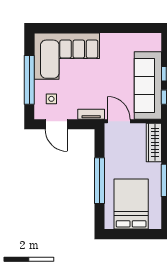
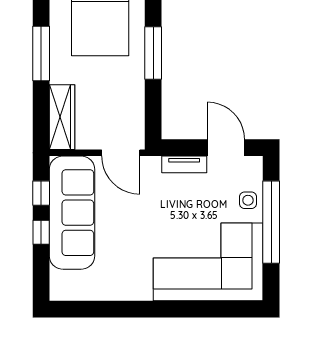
side table: (51, 99) -> (248, 200), moved
tv unit: (91, 114) -> (184, 164), moved
window: (100, 181) -> (153, 53), width x0.68

